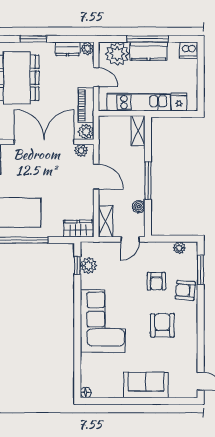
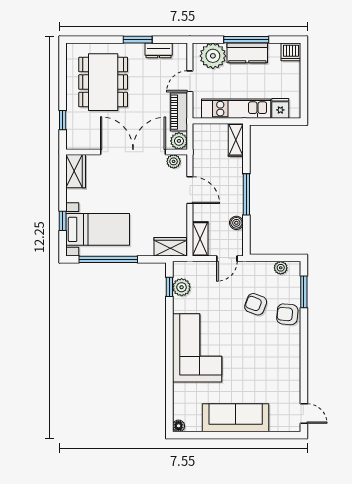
window: (33, 39) -> (138, 40), moved
plant: (87, 48) -> (180, 50), removed
door: (96, 77) -> (190, 81), swing flipped
armchair: (156, 281) -> (256, 304), turned 111
armchair: (162, 325) -> (262, 352), removed
sofa: (146, 385) -> (236, 418), width x1.36

